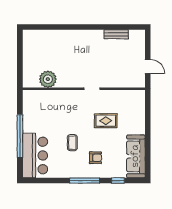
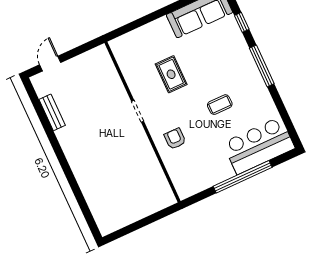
door: (148, 66) -> (50, 64), moved
plant: (48, 79) -> (152, 175), removed
armchair: (95, 158) -> (175, 139), moved

